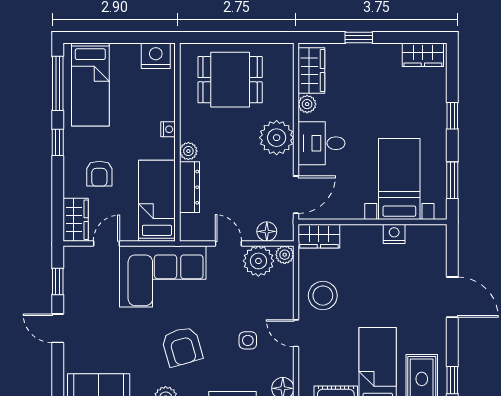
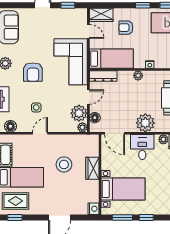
window: (452, 116) -> (146, 217), moved
dresser: (189, 187) -> (103, 76), moved
nightstand: (394, 234) -> (94, 209), moved
wardrobe: (319, 236) -> (92, 168), moved
stool: (323, 296) -> (64, 164), moved
armchair: (182, 347) -> (33, 72), turned -74

